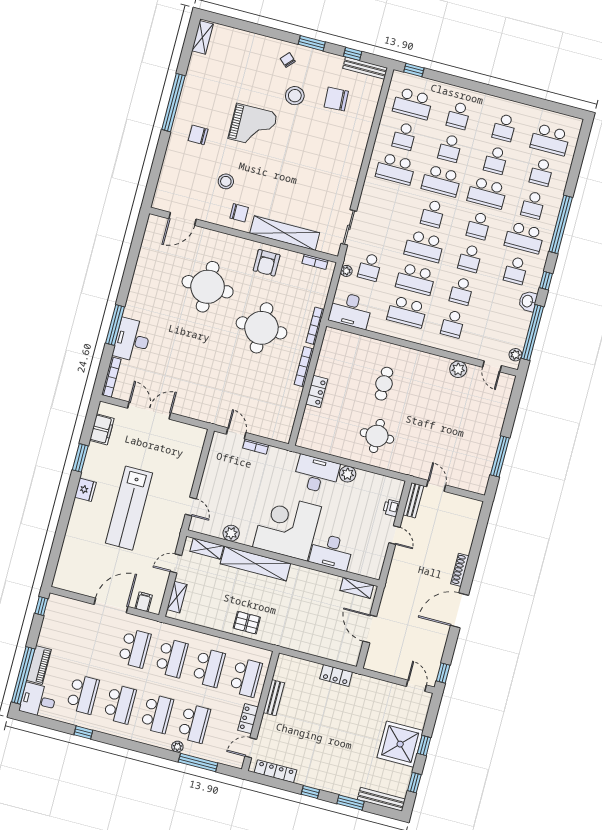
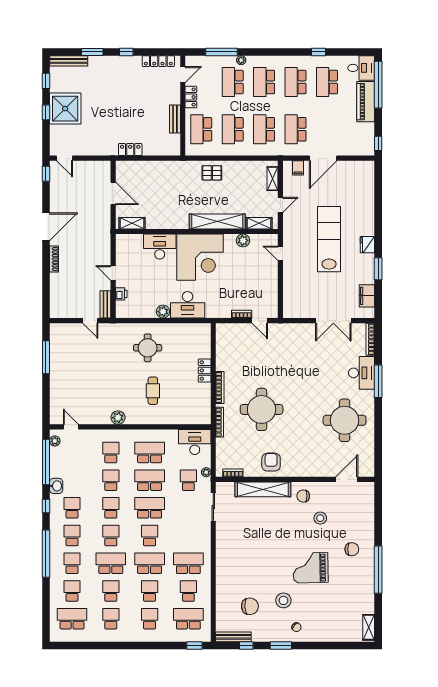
school desk: (524, 238) -> (72, 536), width x0.54
round table: (208, 287) -> (345, 420), moved
plant: (458, 369) -> (118, 418), moved
piano: (39, 665) -> (366, 102), width x1.37, depth x1.33

